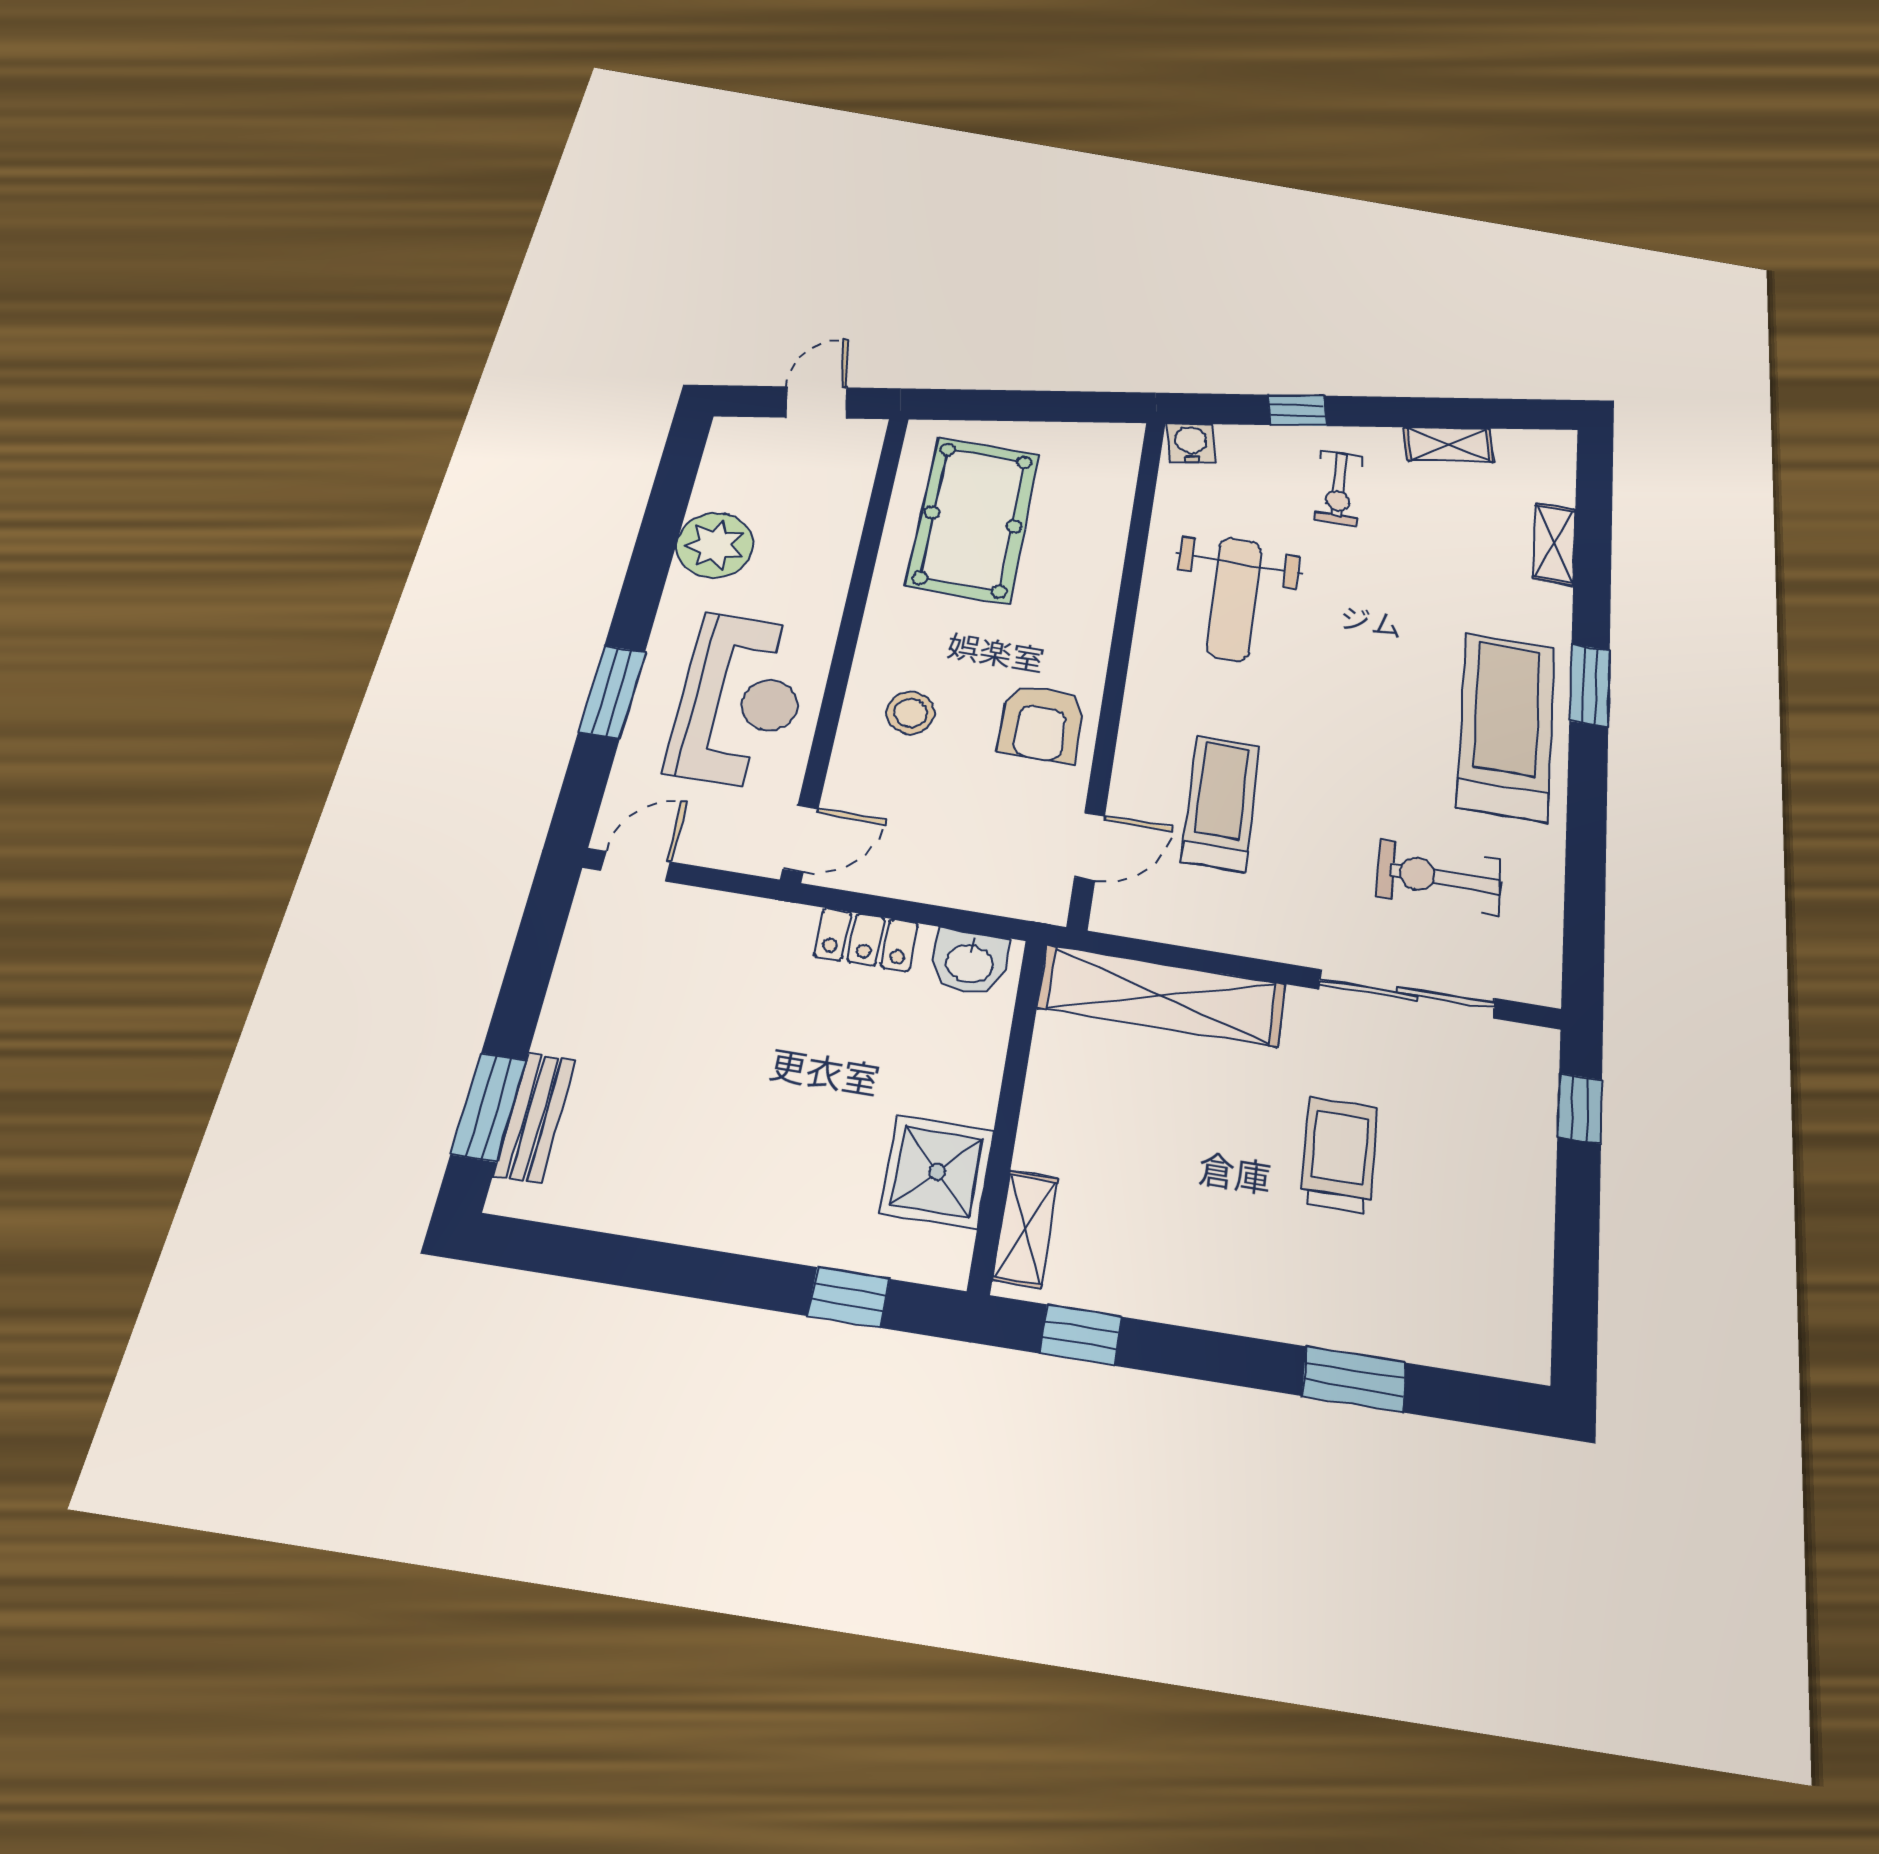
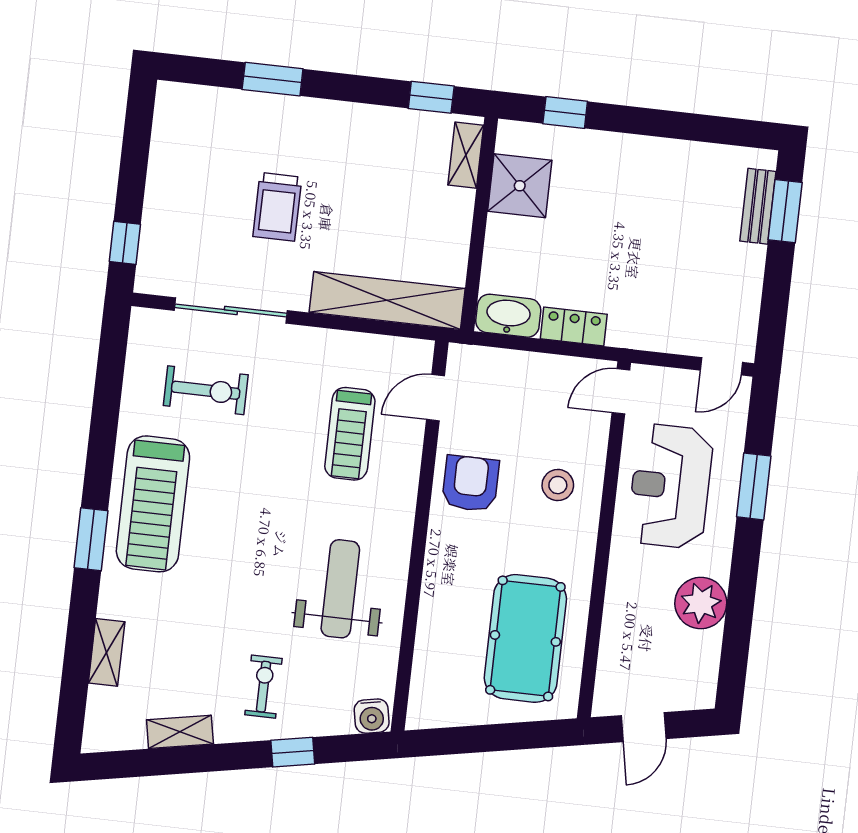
washbasin: (970, 962) -> (508, 316), width x1.38

